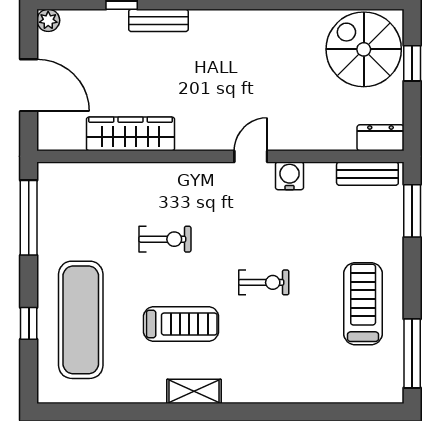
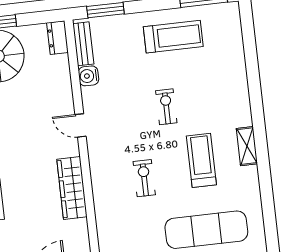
wardrobe: (131, 134) -> (72, 188), moved
water cooler: (290, 176) -> (88, 76), moved
treadmill: (363, 304) -> (173, 37), turned 180

